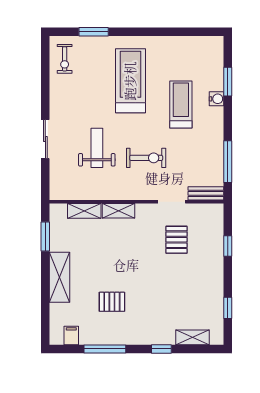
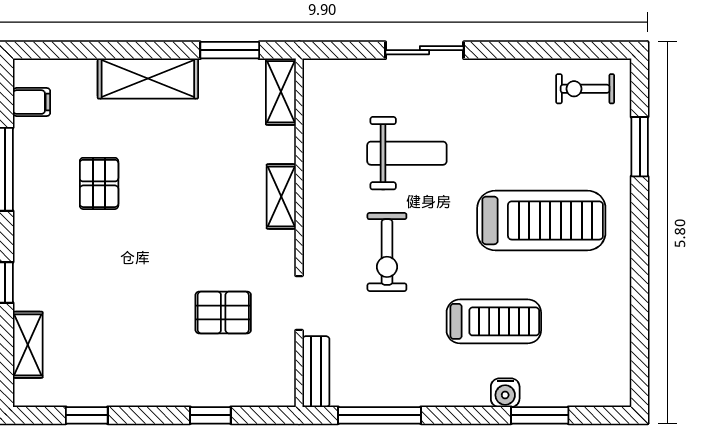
shelving: (84, 211) -> (281, 92), moved

